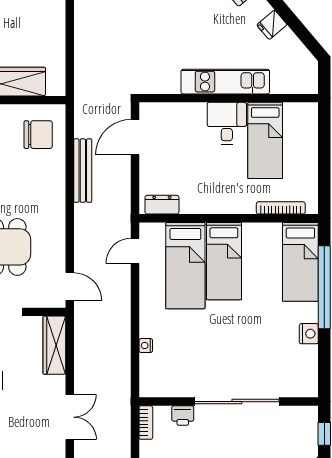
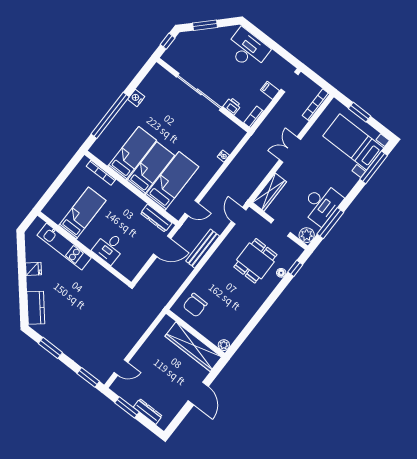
kitchen unit: (225, 82) -> (64, 246), moved
desk: (227, 123) -> (109, 248), moved
chair: (38, 135) -> (195, 305), turned -90
door: (135, 137) -> (162, 246), moved
bench: (83, 171) -> (203, 249), moved
dresser: (162, 205) -> (156, 218), width x1.44
bed: (300, 262) -> (132, 153), moved

